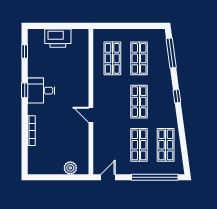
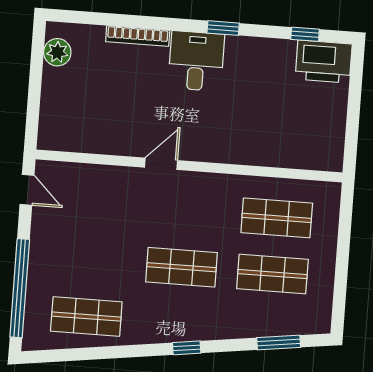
printer: (58, 38) -> (324, 62), moved, turned -90
window: (171, 53) -> (279, 343), width x0.69
desk: (41, 91) -> (196, 61), moved
shop shelf: (139, 145) -> (91, 260), removed
plant: (70, 168) -> (57, 52), moved

